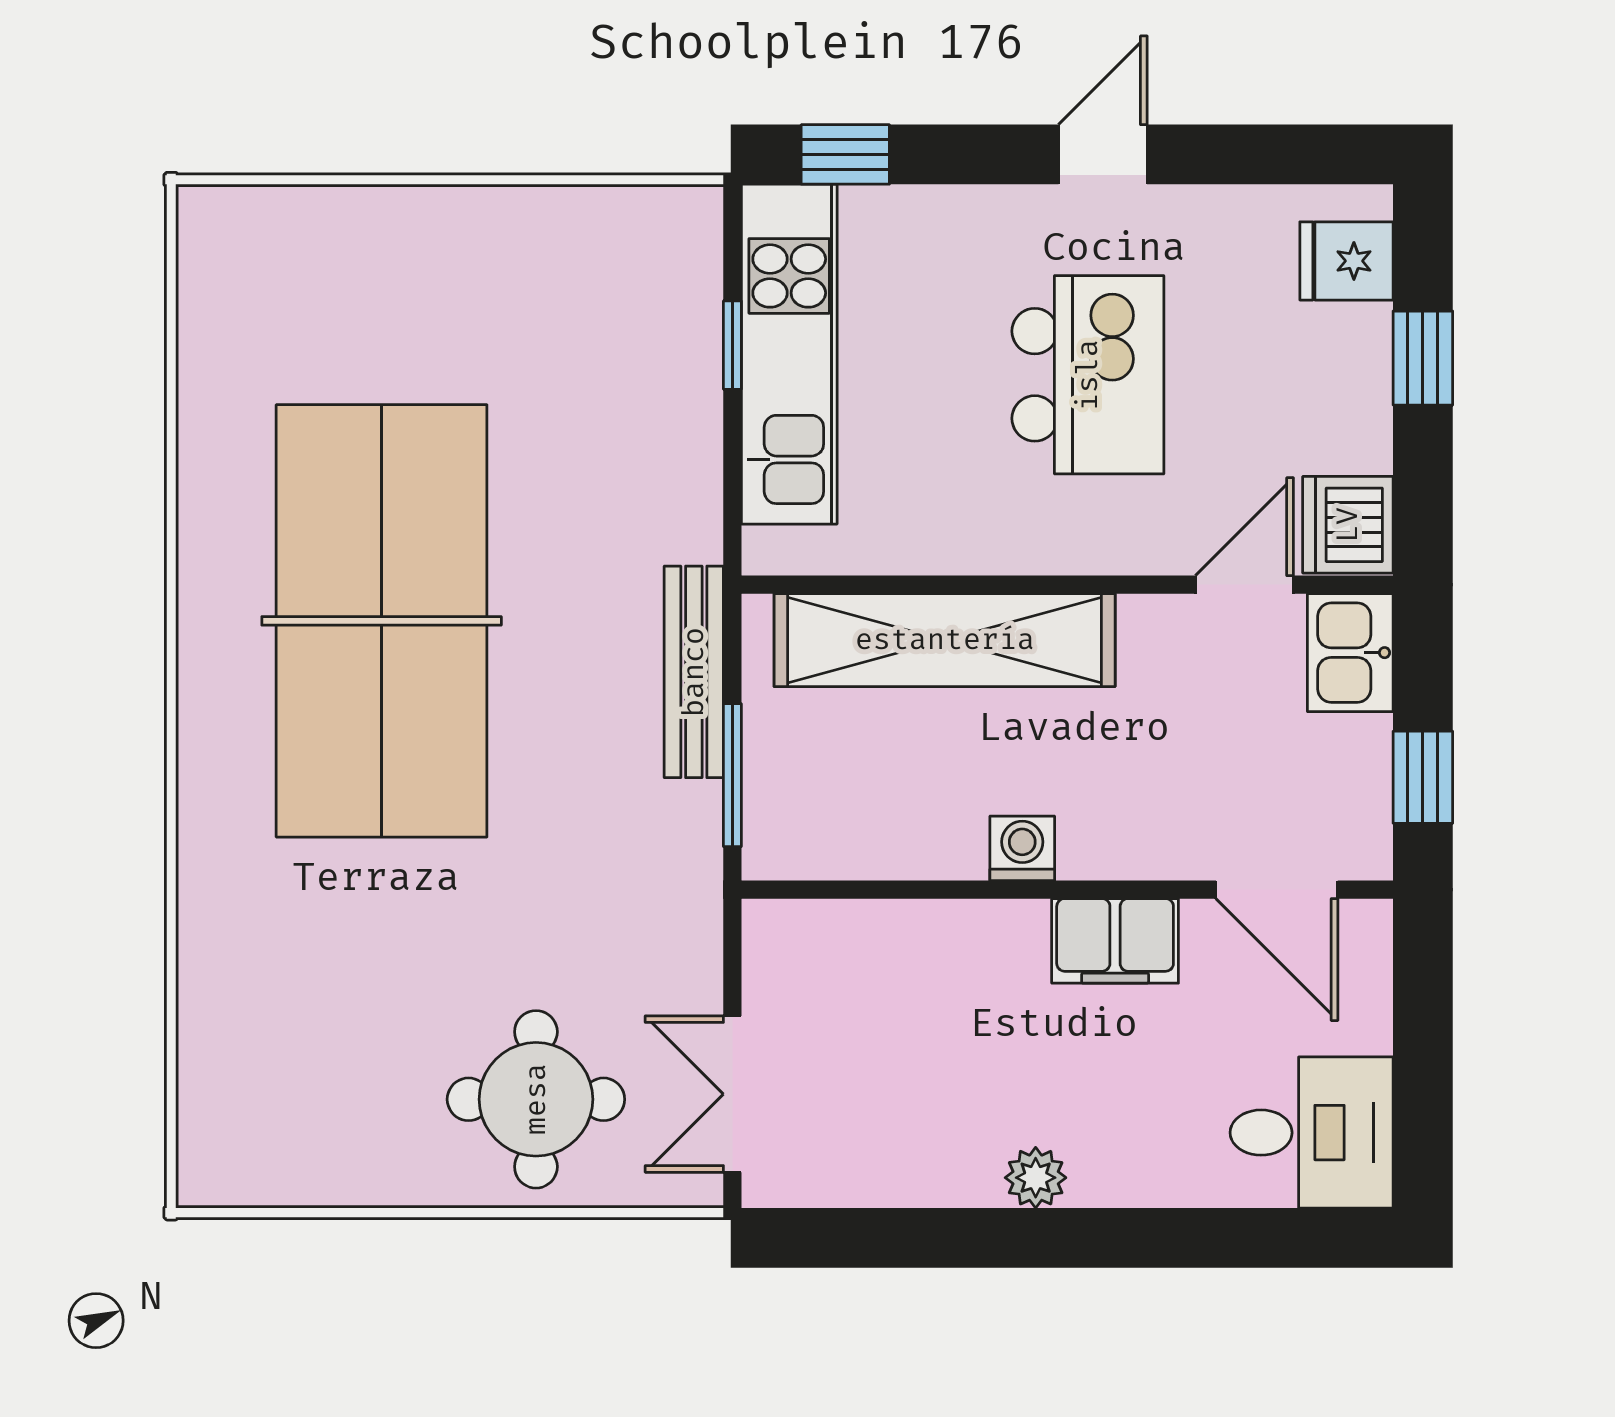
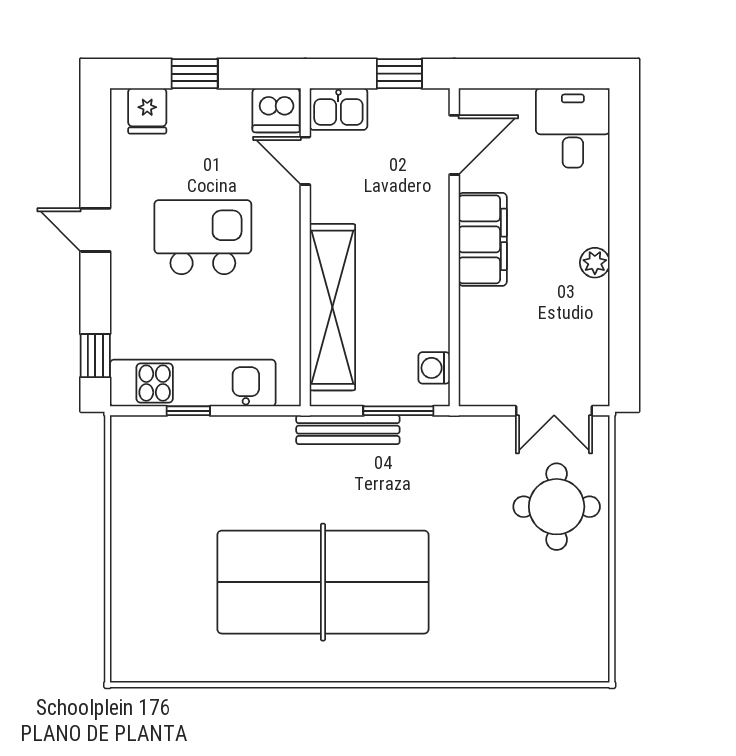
washing machine: (1022, 848) -> (434, 368), moved
filing cabinet: (1115, 941) -> (483, 239), width x1.50, depth x1.17

